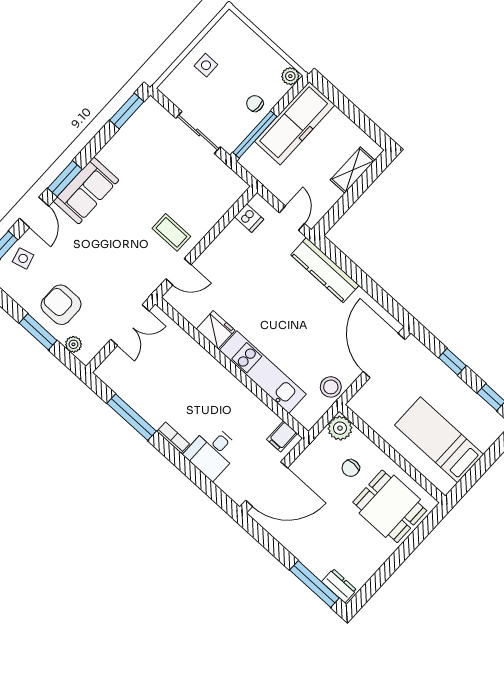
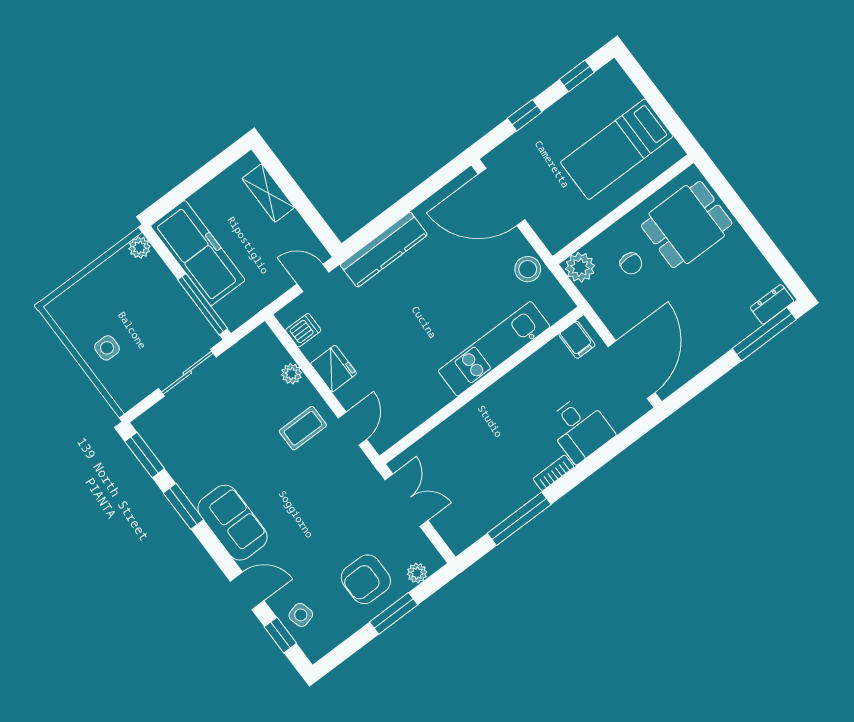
chair: (255, 104) -> (165, 297), removed
window: (65, 179) -> (183, 506), moved
plant: (213, 215) -> (292, 374), added
fridge: (216, 330) -> (334, 368), moved, turned 90

